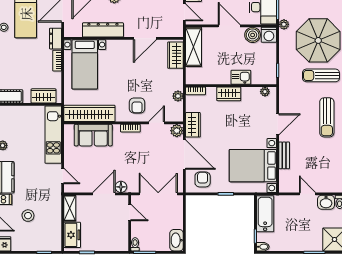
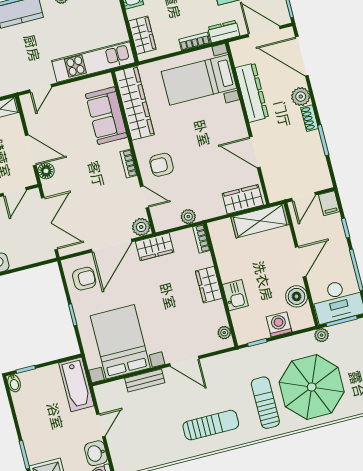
washing machine: (269, 35) -> (279, 324), moved, turned 90
sun lounger: (327, 117) -> (211, 425), turned 180
bathtub: (265, 214) -> (76, 384), moved, turned 90

